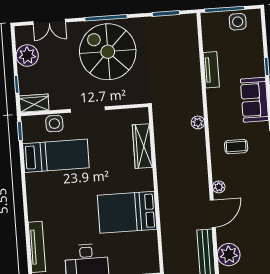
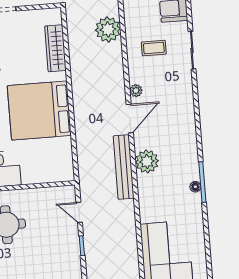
plant: (198, 122) -> (108, 29), width x1.88, depth x1.88
bed: (127, 212) -> (39, 111), width x1.36

